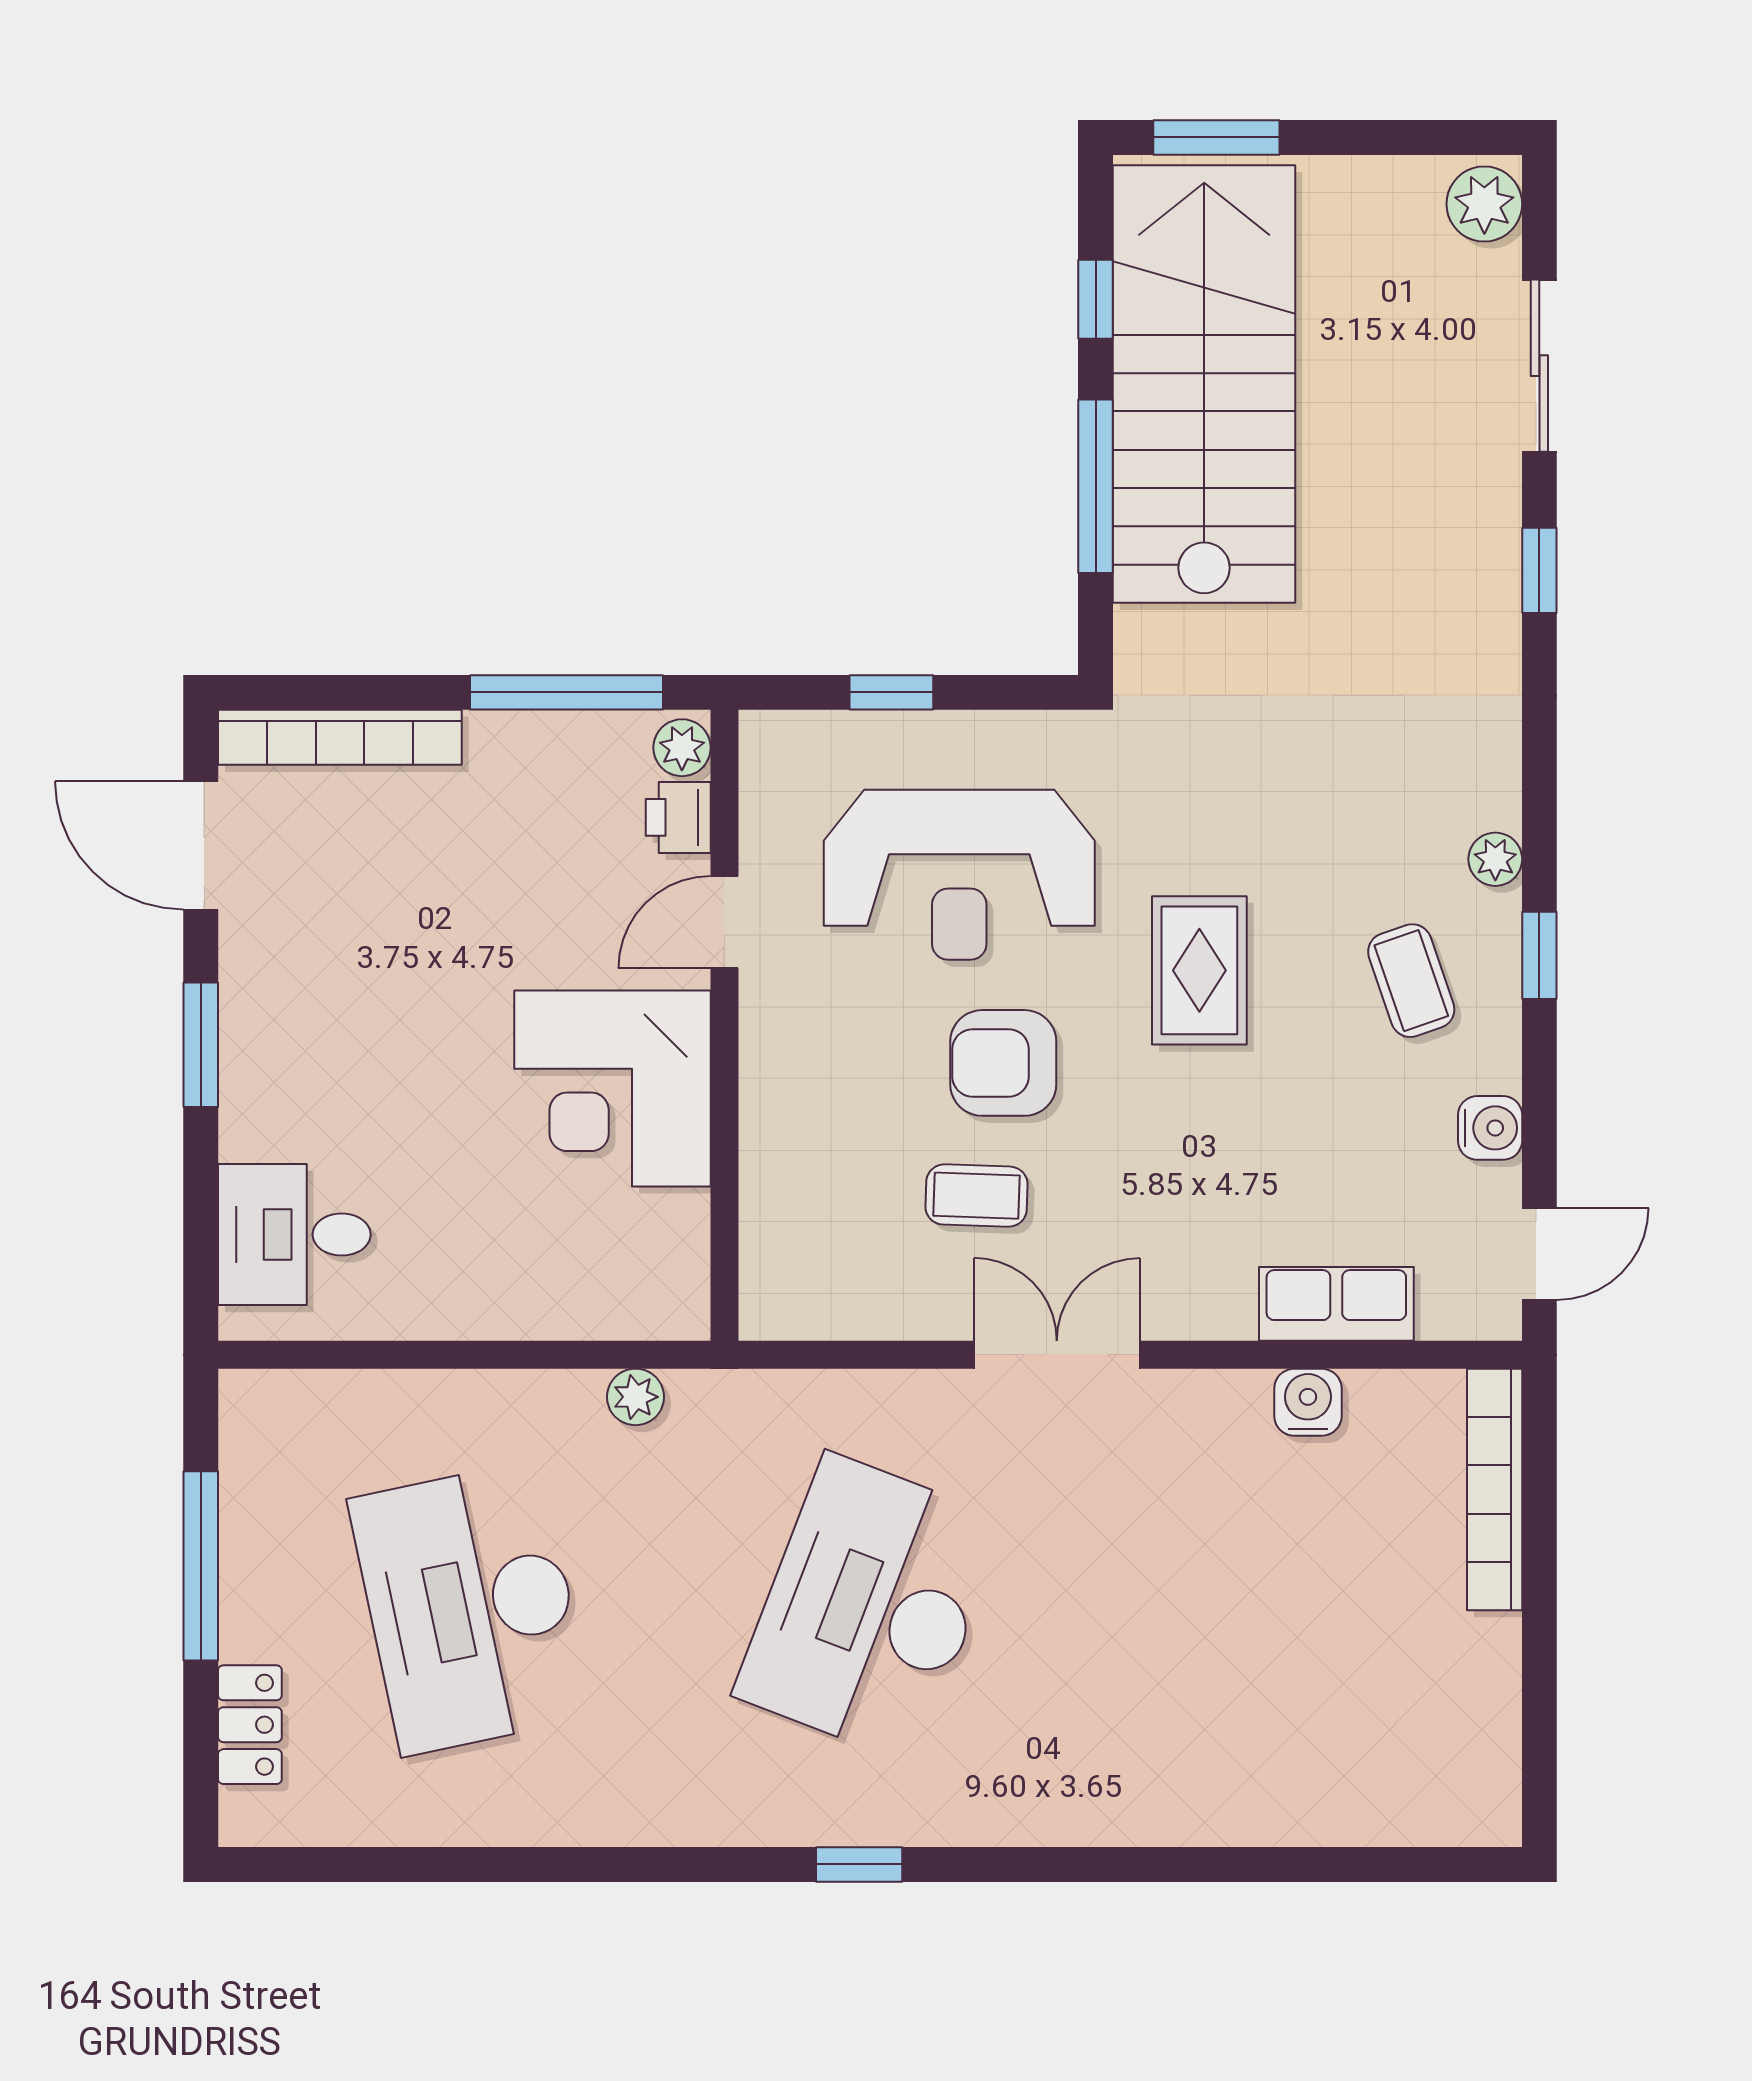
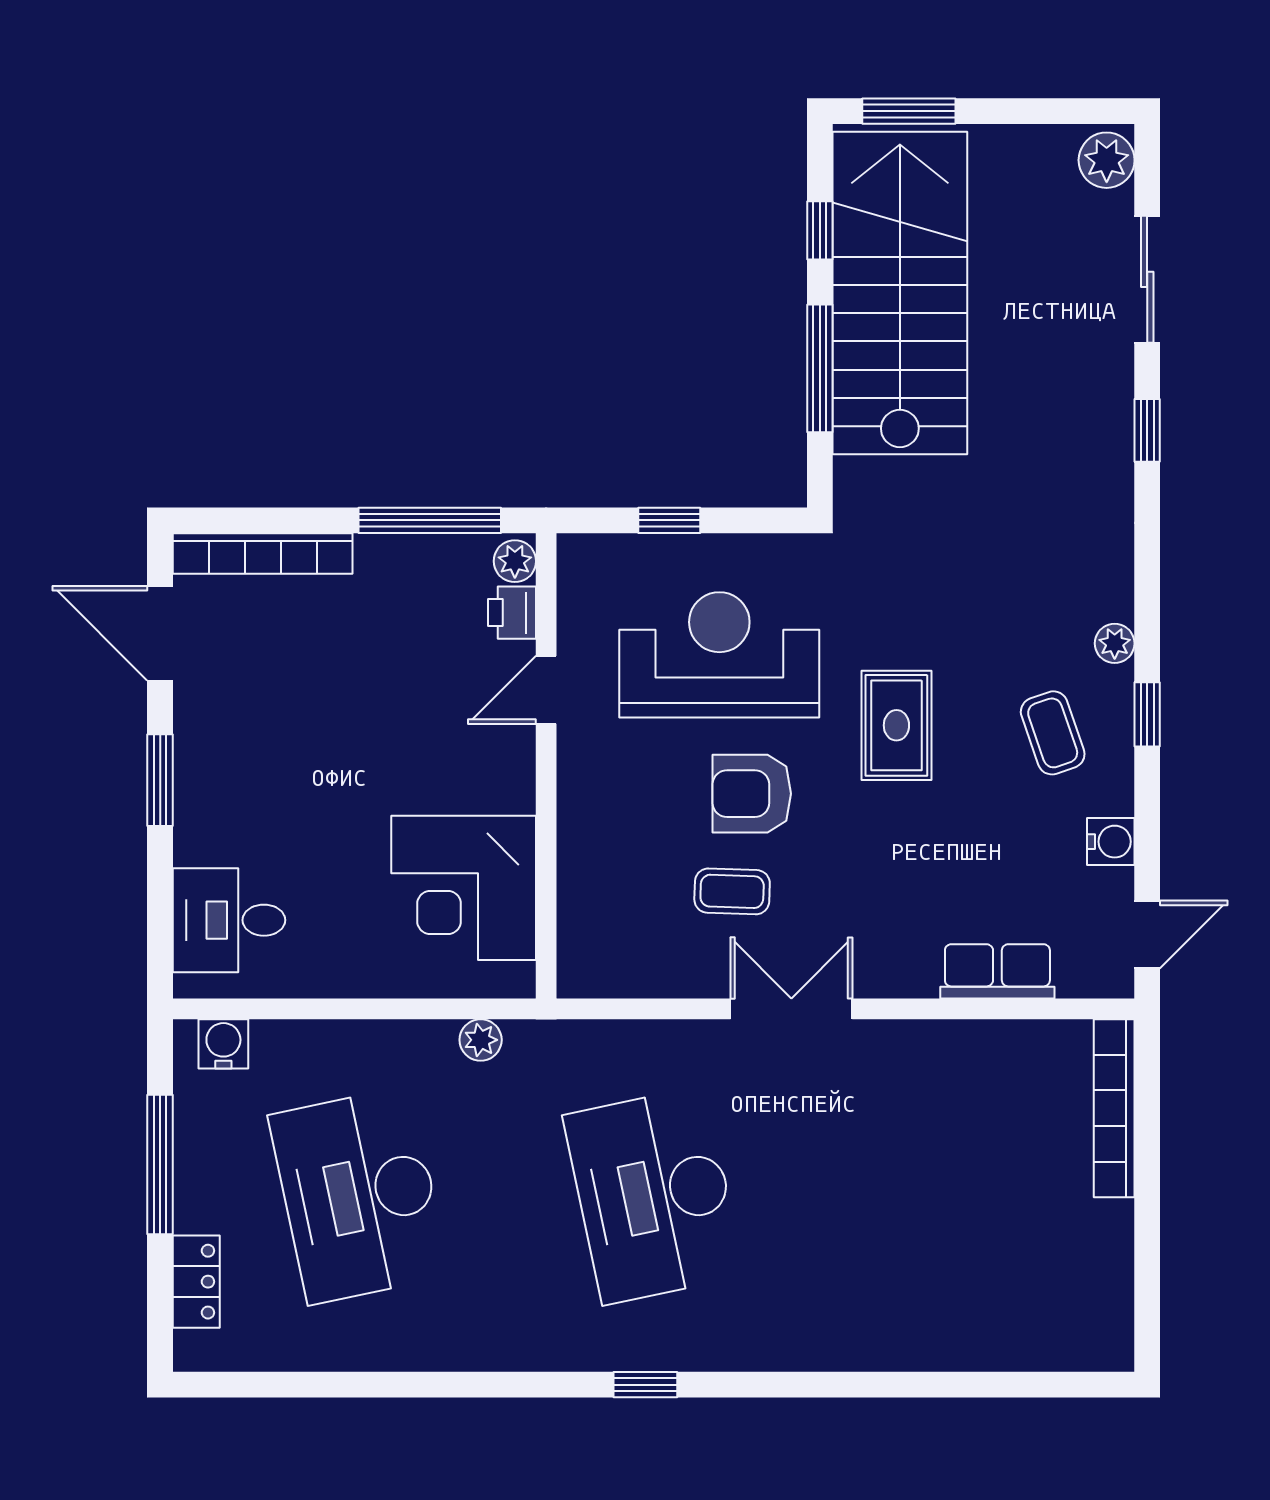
reception desk: (959, 875) -> (719, 655), turned 180
corner desk: (612, 1088) -> (464, 888), moved
water cooler: (1308, 1402) -> (223, 1044), moved
desk: (870, 1608) -> (654, 1195), turned -33

